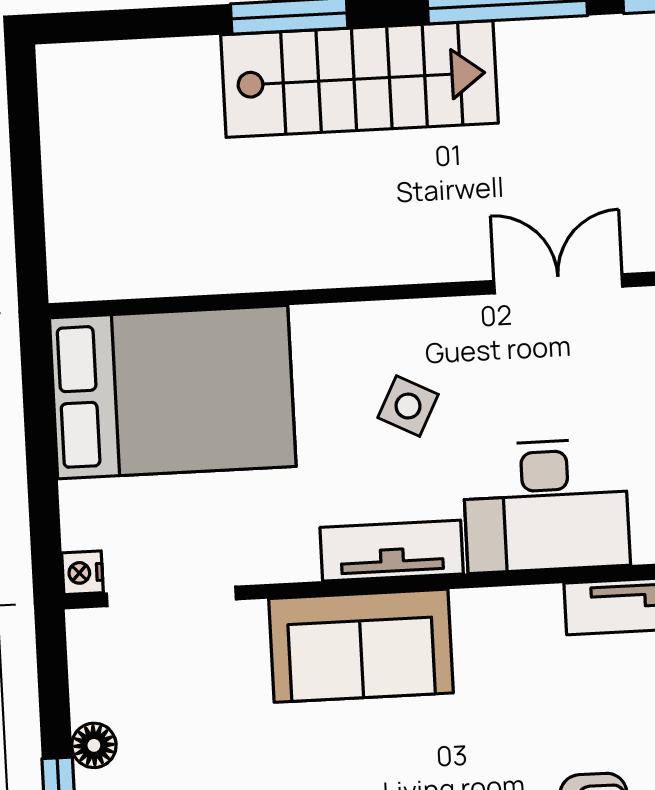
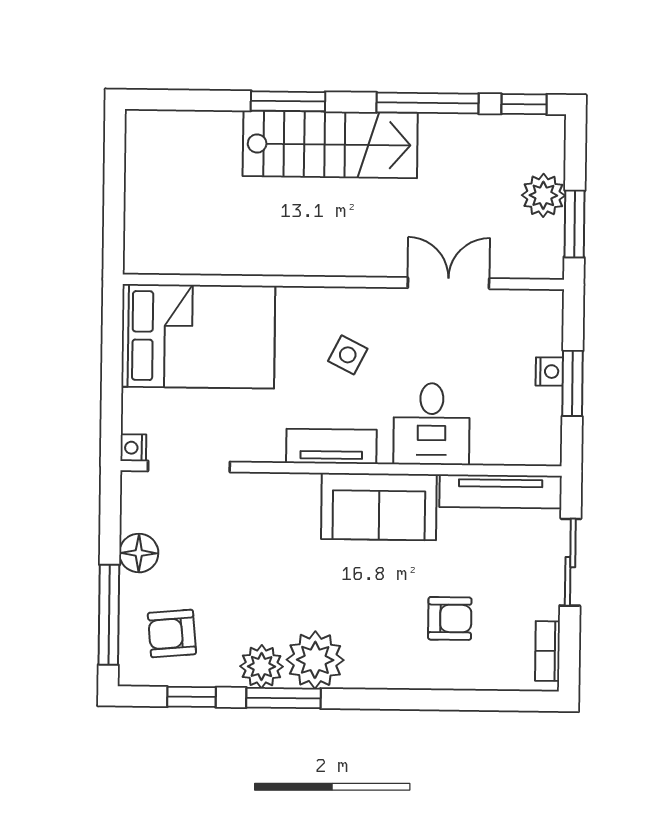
desk: (546, 506) -> (432, 424), width x0.73
sofa: (361, 646) -> (379, 507), moved
floor lamp: (94, 745) -> (139, 553), width x1.37, depth x1.37

